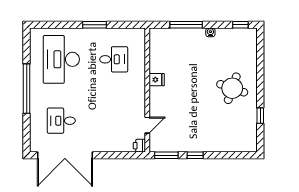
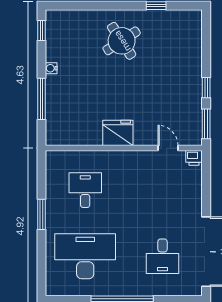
desk: (61, 59) -> (85, 256), turned 180
fridge: (157, 80) -> (118, 133), width x1.88, depth x1.34
round table: (232, 88) -> (122, 41), turned 38

